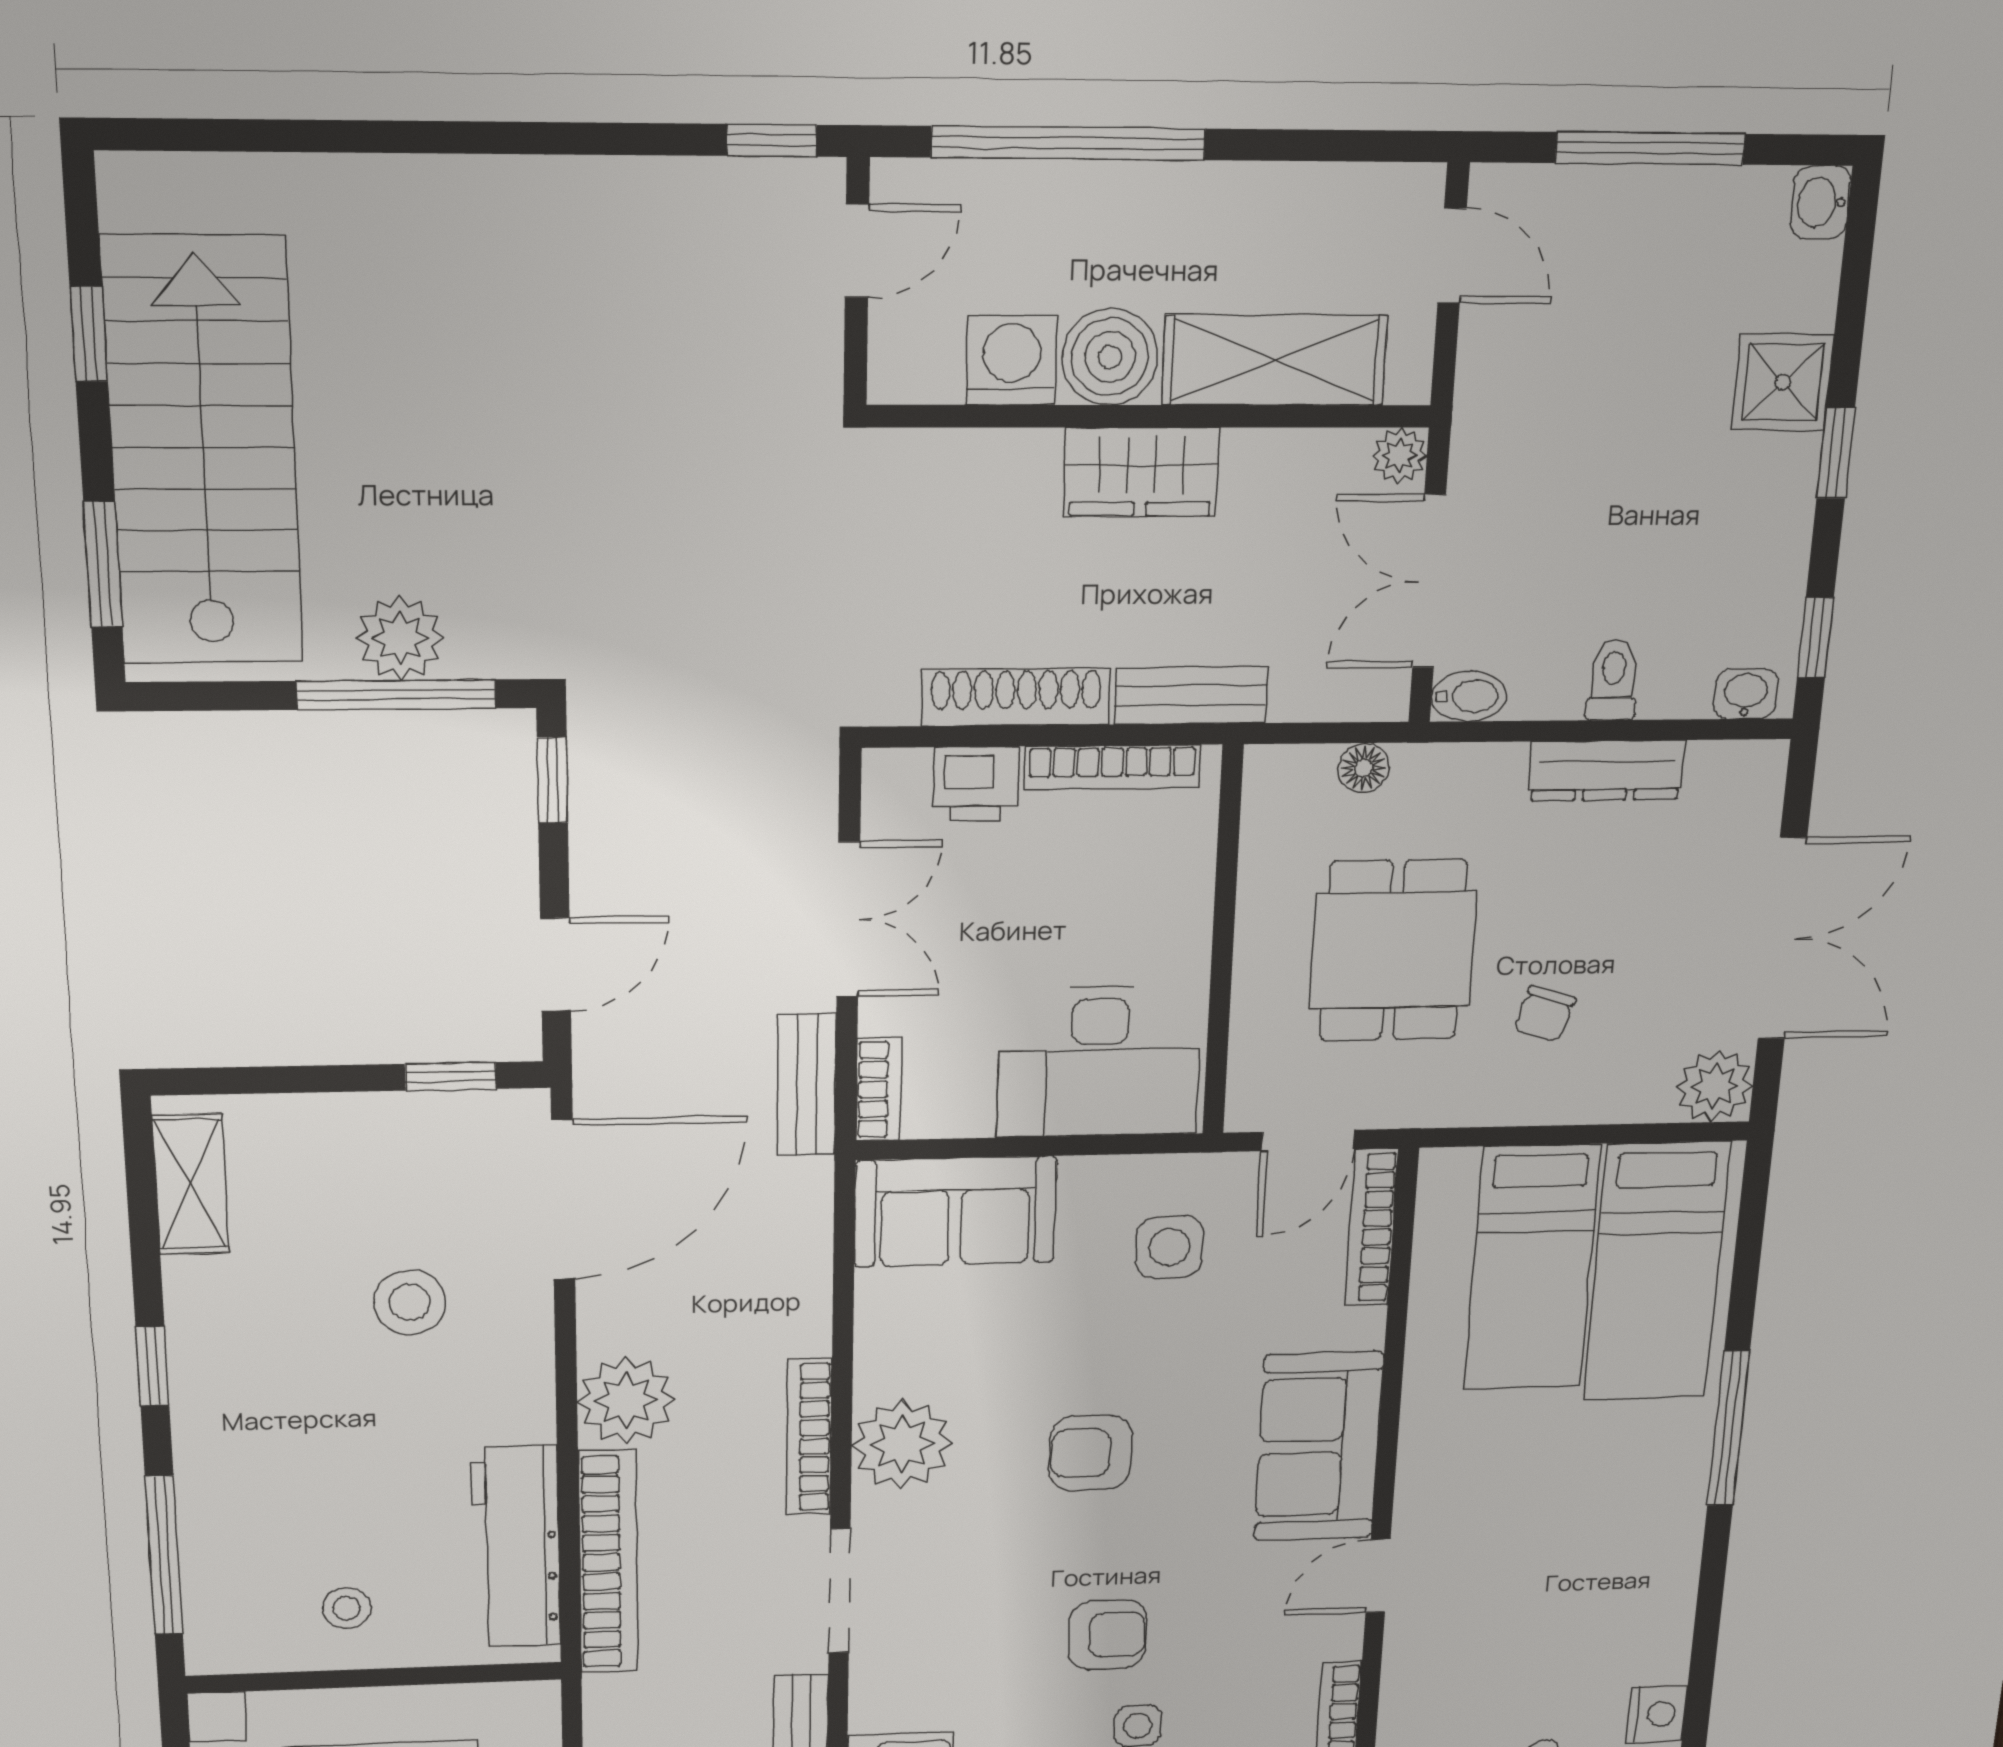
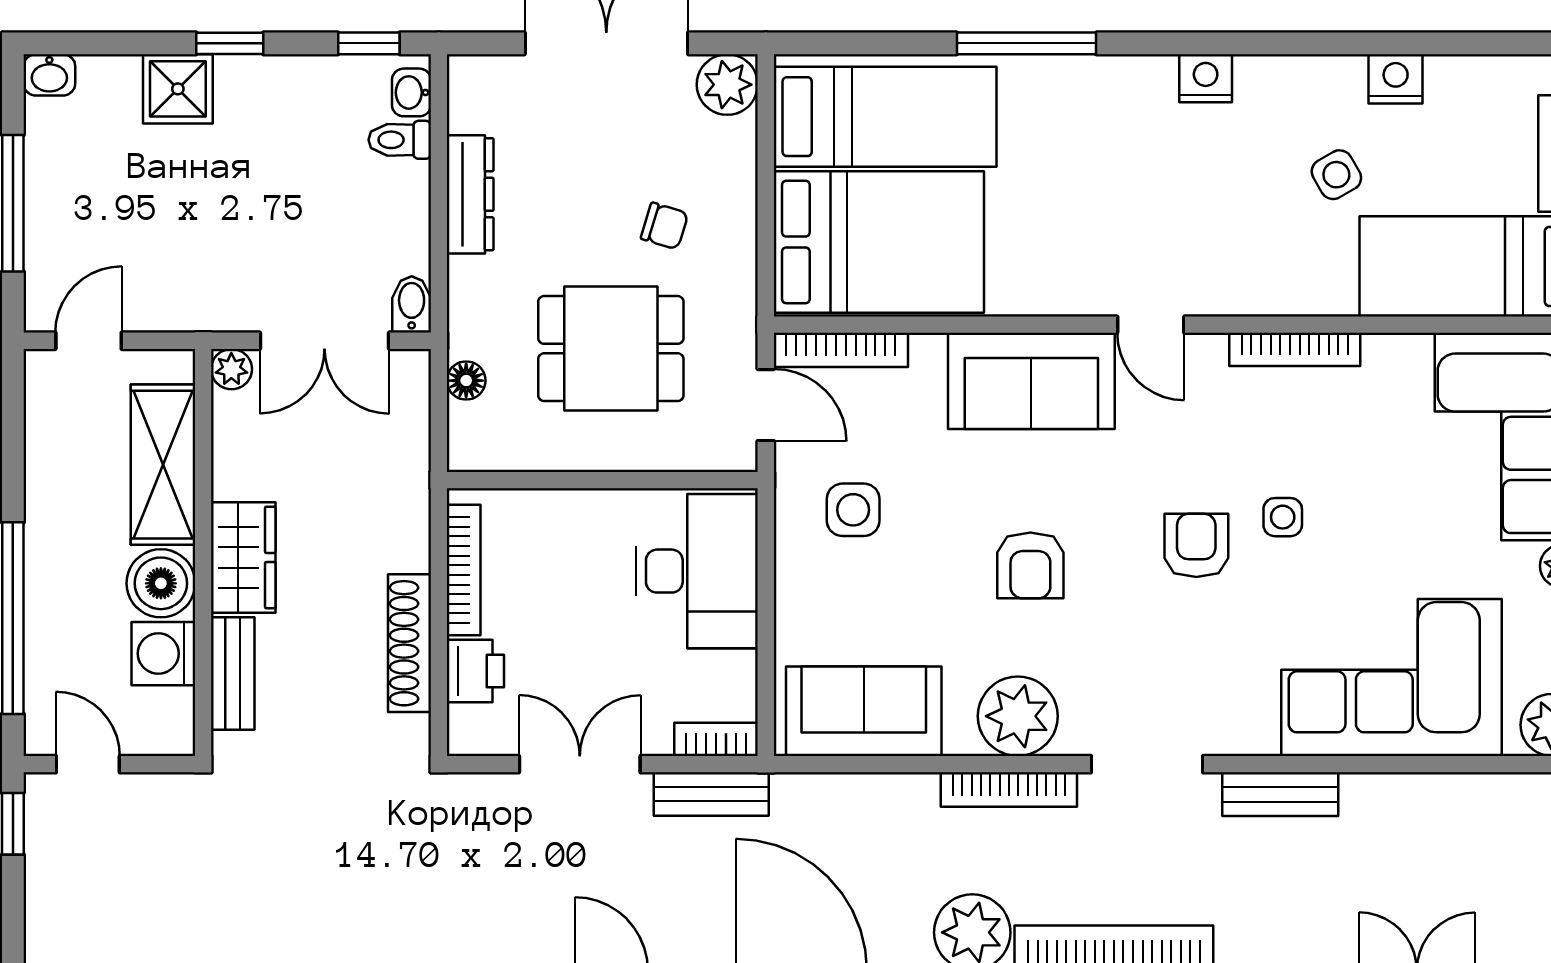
toilet: (1613, 680) -> (400, 140), moved
bench: (1191, 695) -> (233, 674), moved
sofa: (955, 1212) -> (864, 711), moved, turned -90
bed: (1532, 1268) -> (879, 242), width x1.50
nightstand: (1657, 1714) -> (1206, 78), moved

